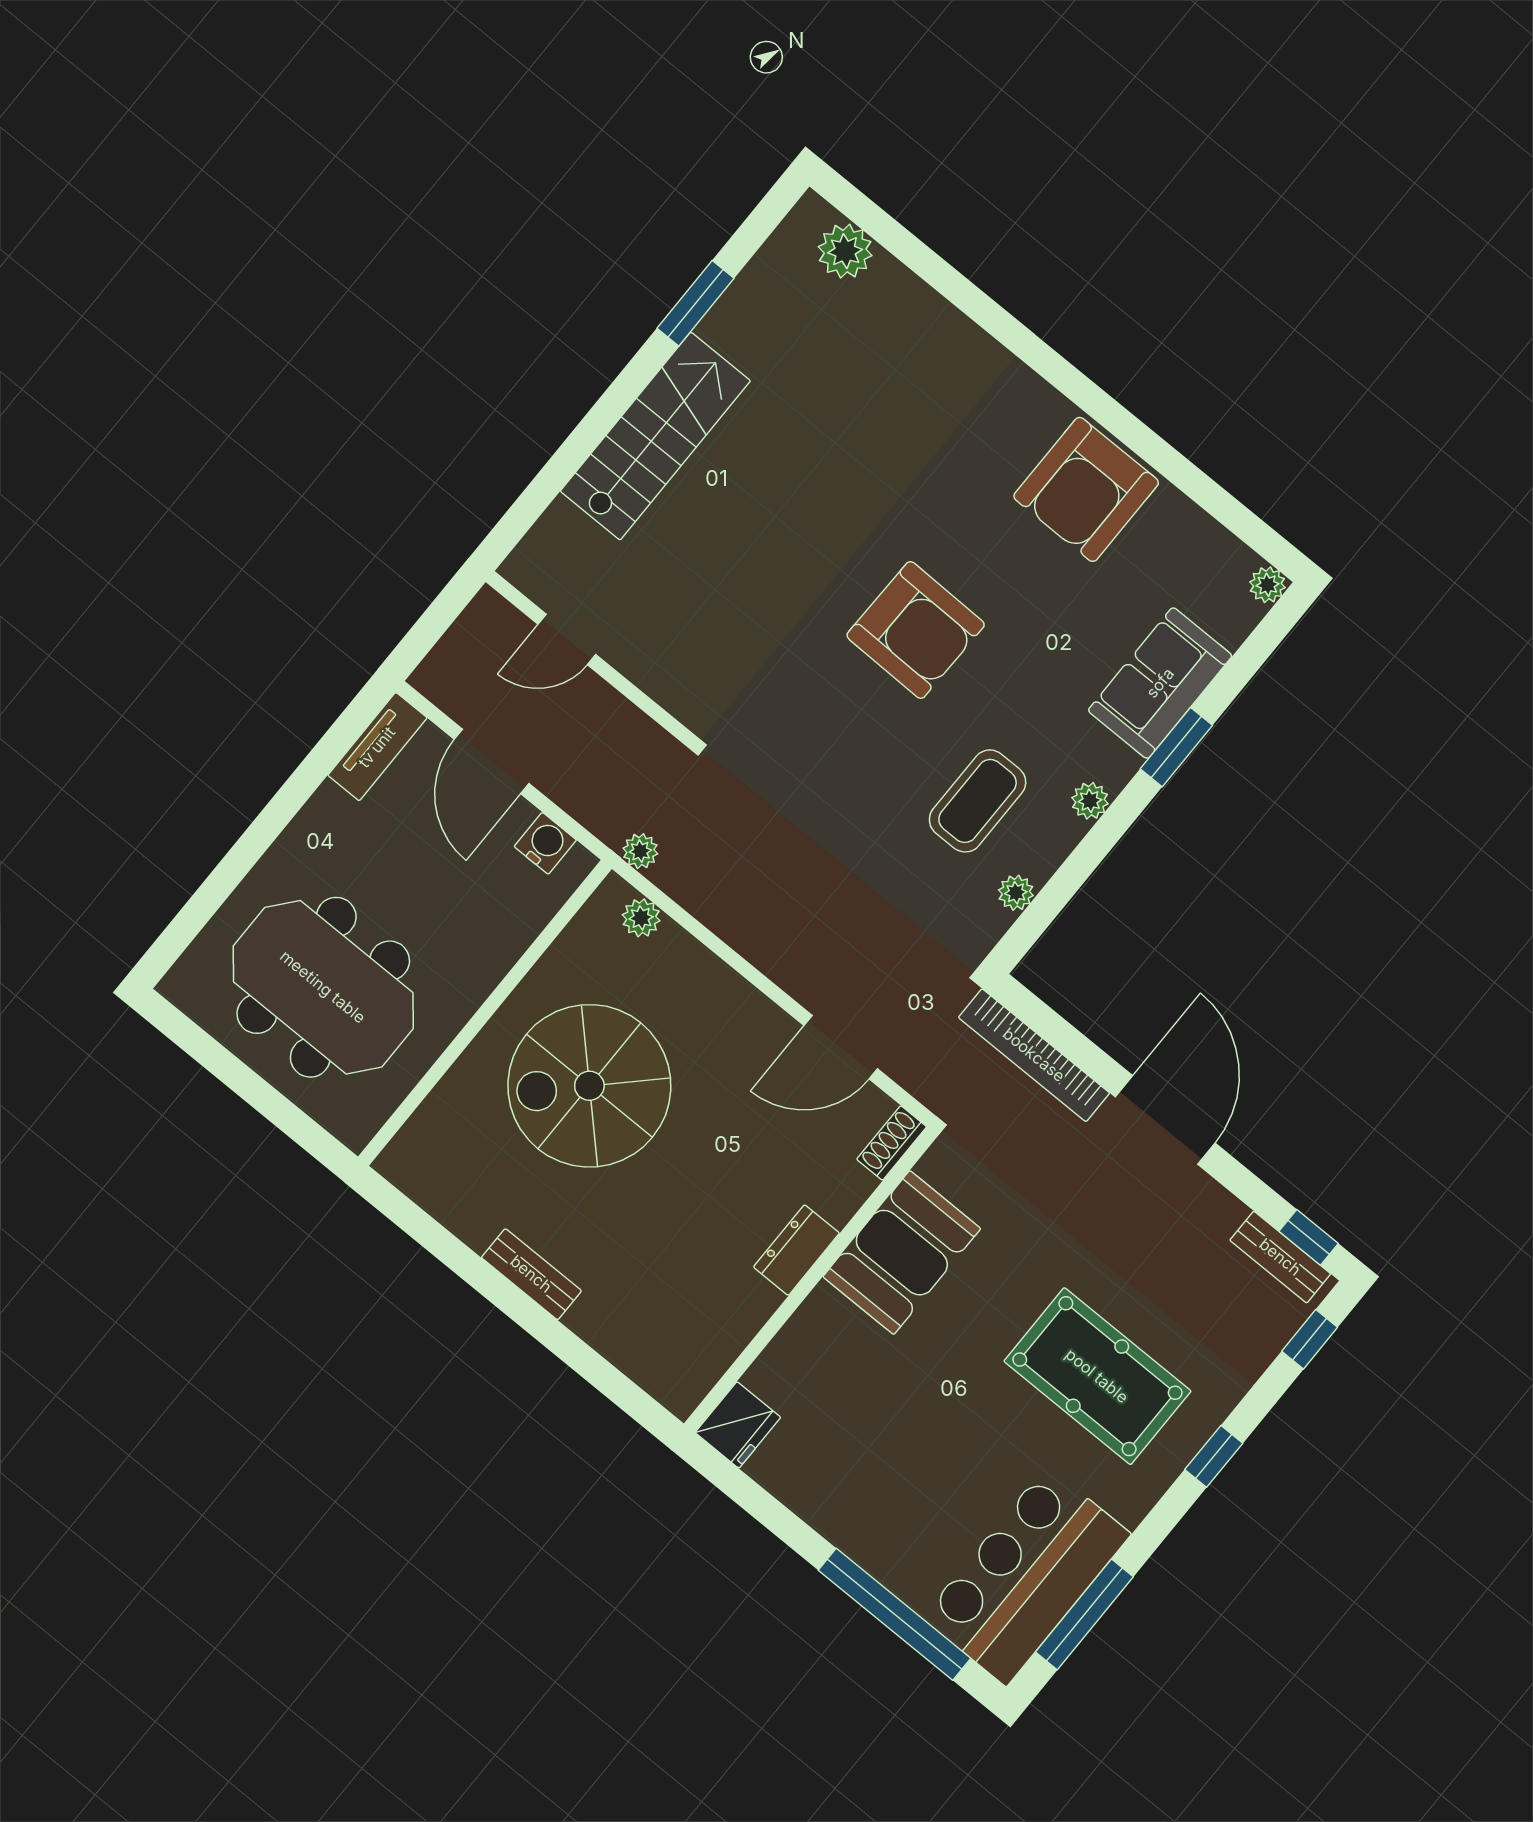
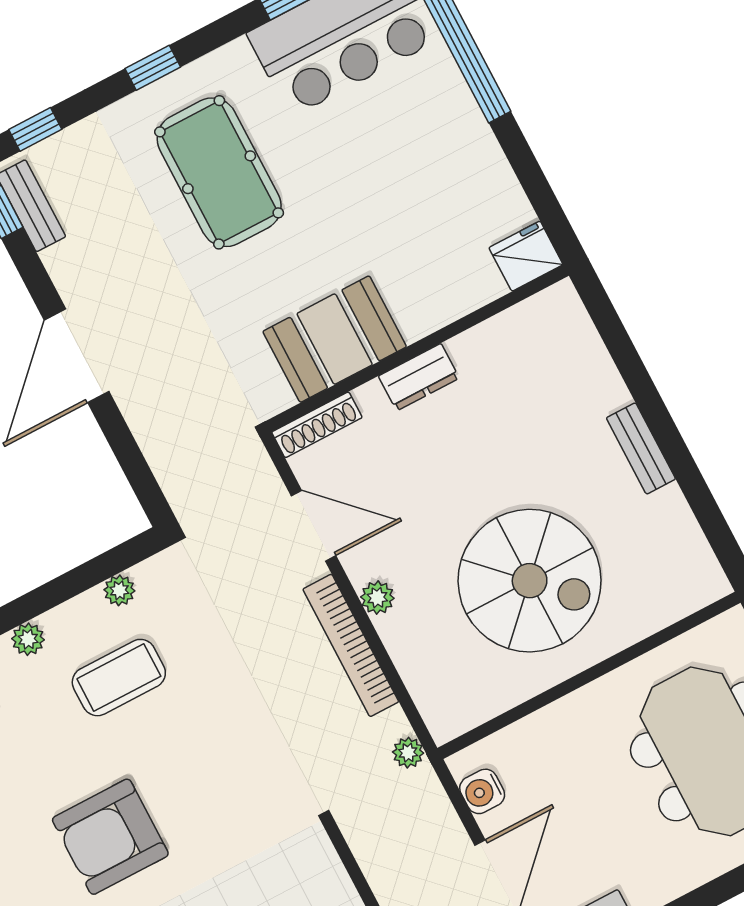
armchair: (916, 630) -> (110, 837), turned -91
plant: (641, 918) -> (377, 598), moved
bookcase: (1034, 1055) -> (351, 645), moved, turned 180
shoe rack: (892, 1143) -> (317, 425), width x1.43

